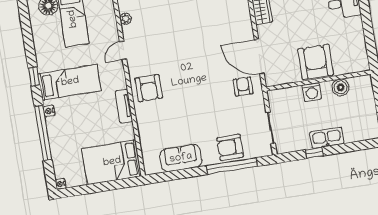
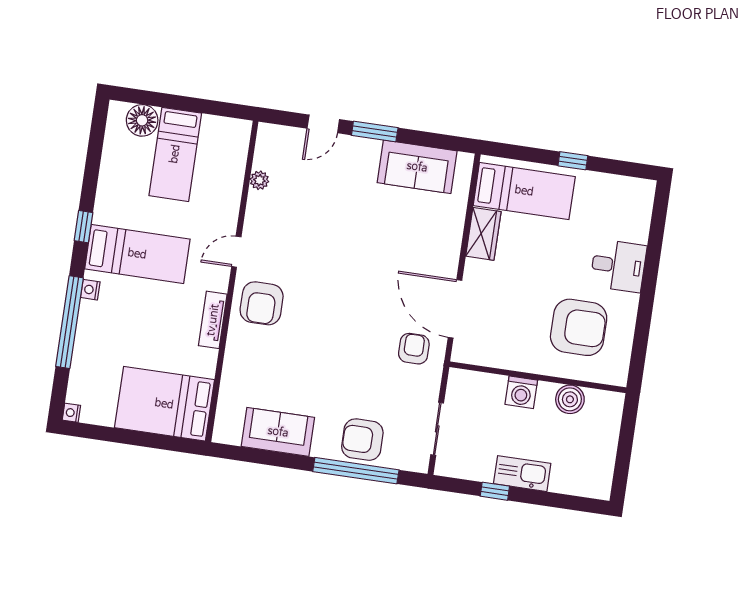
door: (123, 50) -> (236, 252), moved
armchair: (316, 62) -> (579, 327), moved, turned 90

